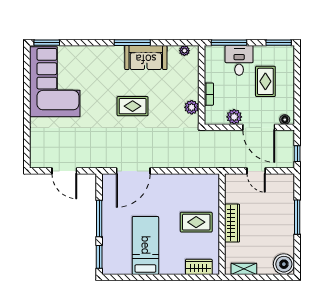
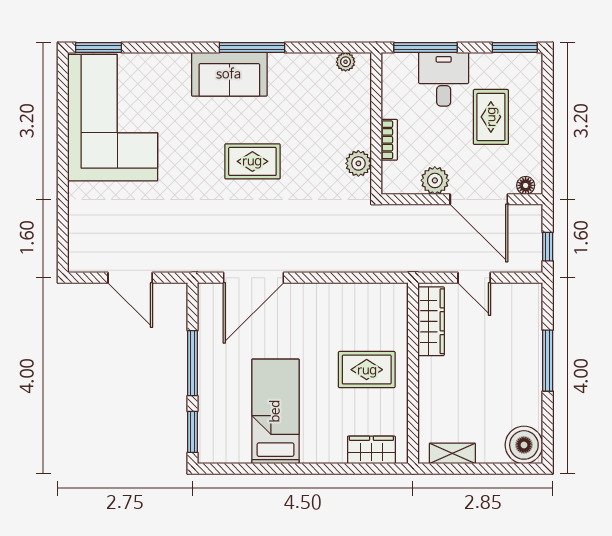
sofa: (146, 58) -> (229, 74), moved
wardrobe: (232, 223) -> (431, 321), moved

